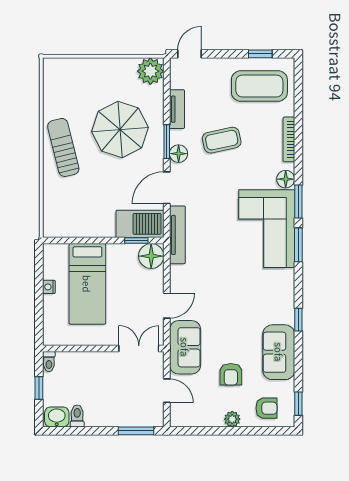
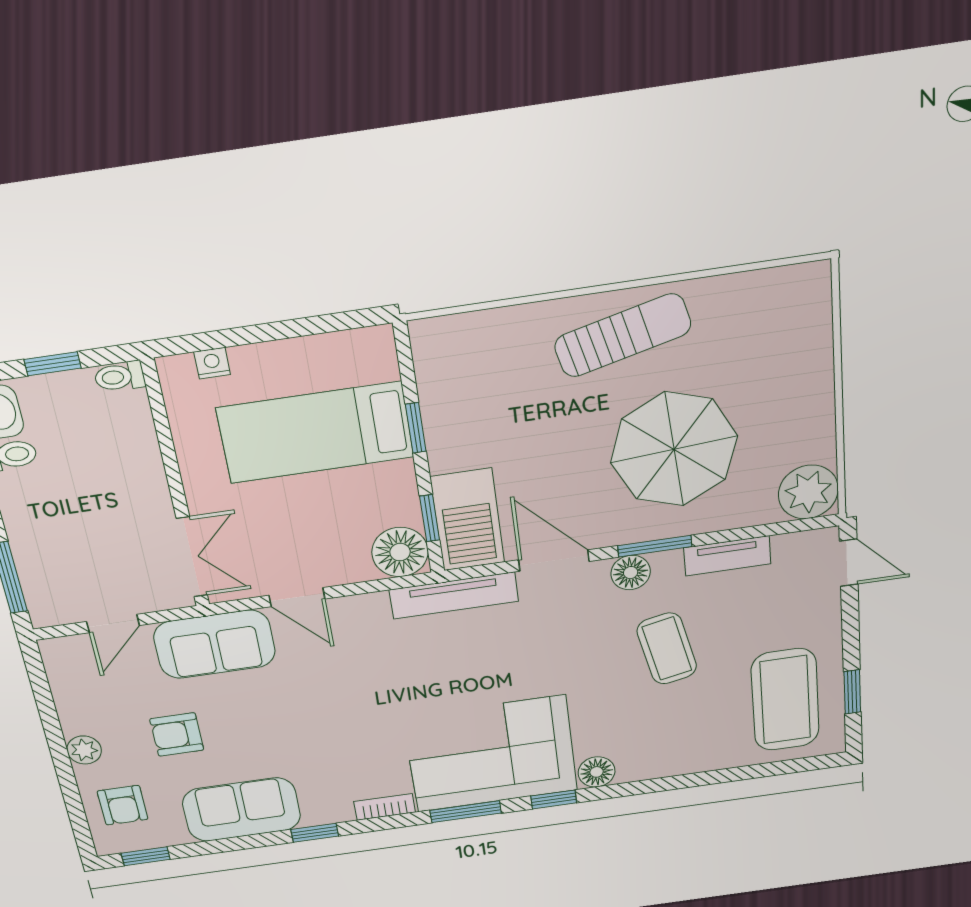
bookcase: (289, 139) -> (385, 807), moved, width x0.64
window: (298, 201) -> (554, 799), width x0.67
window: (92, 241) -> (416, 428), added
nightstand: (49, 287) -> (212, 363), moved

